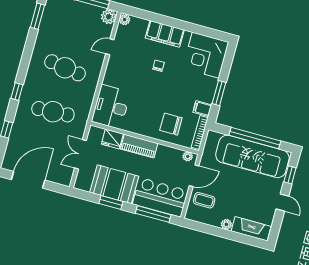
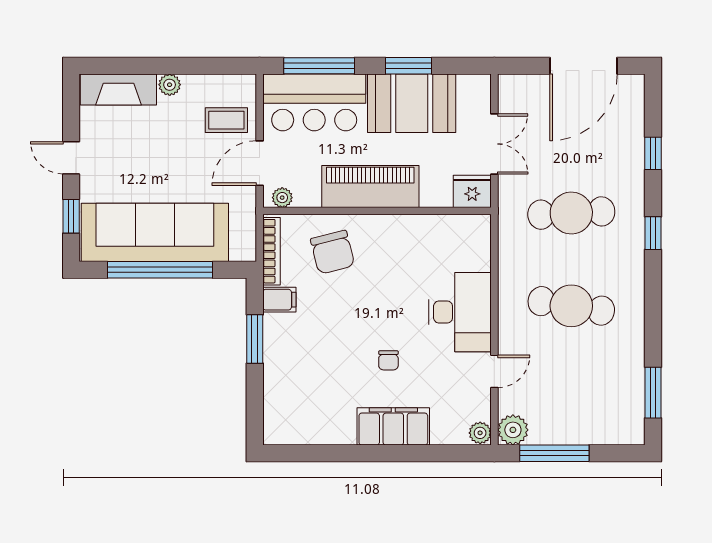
corner desk: (206, 55) -> (301, 407), removed
desk: (111, 107) -> (460, 312), moved
chair: (171, 124) -> (333, 252), turned 76
fridge: (112, 139) -> (472, 191), moved
piano: (139, 146) -> (370, 187), width x1.37, depth x1.33

